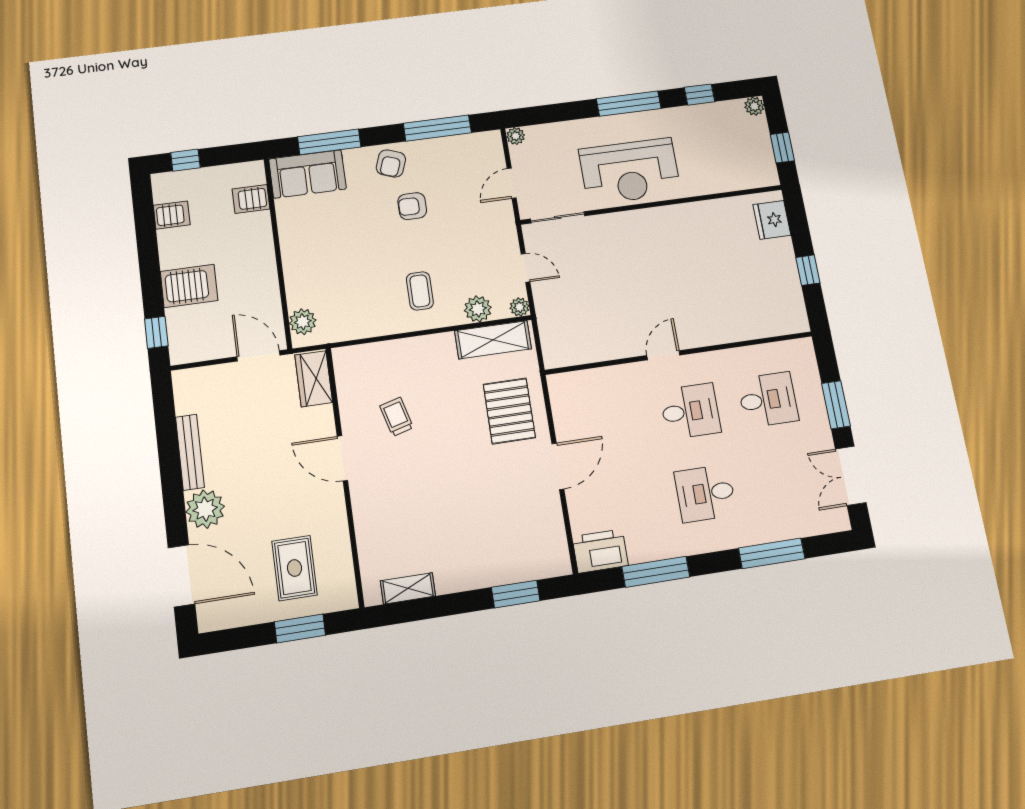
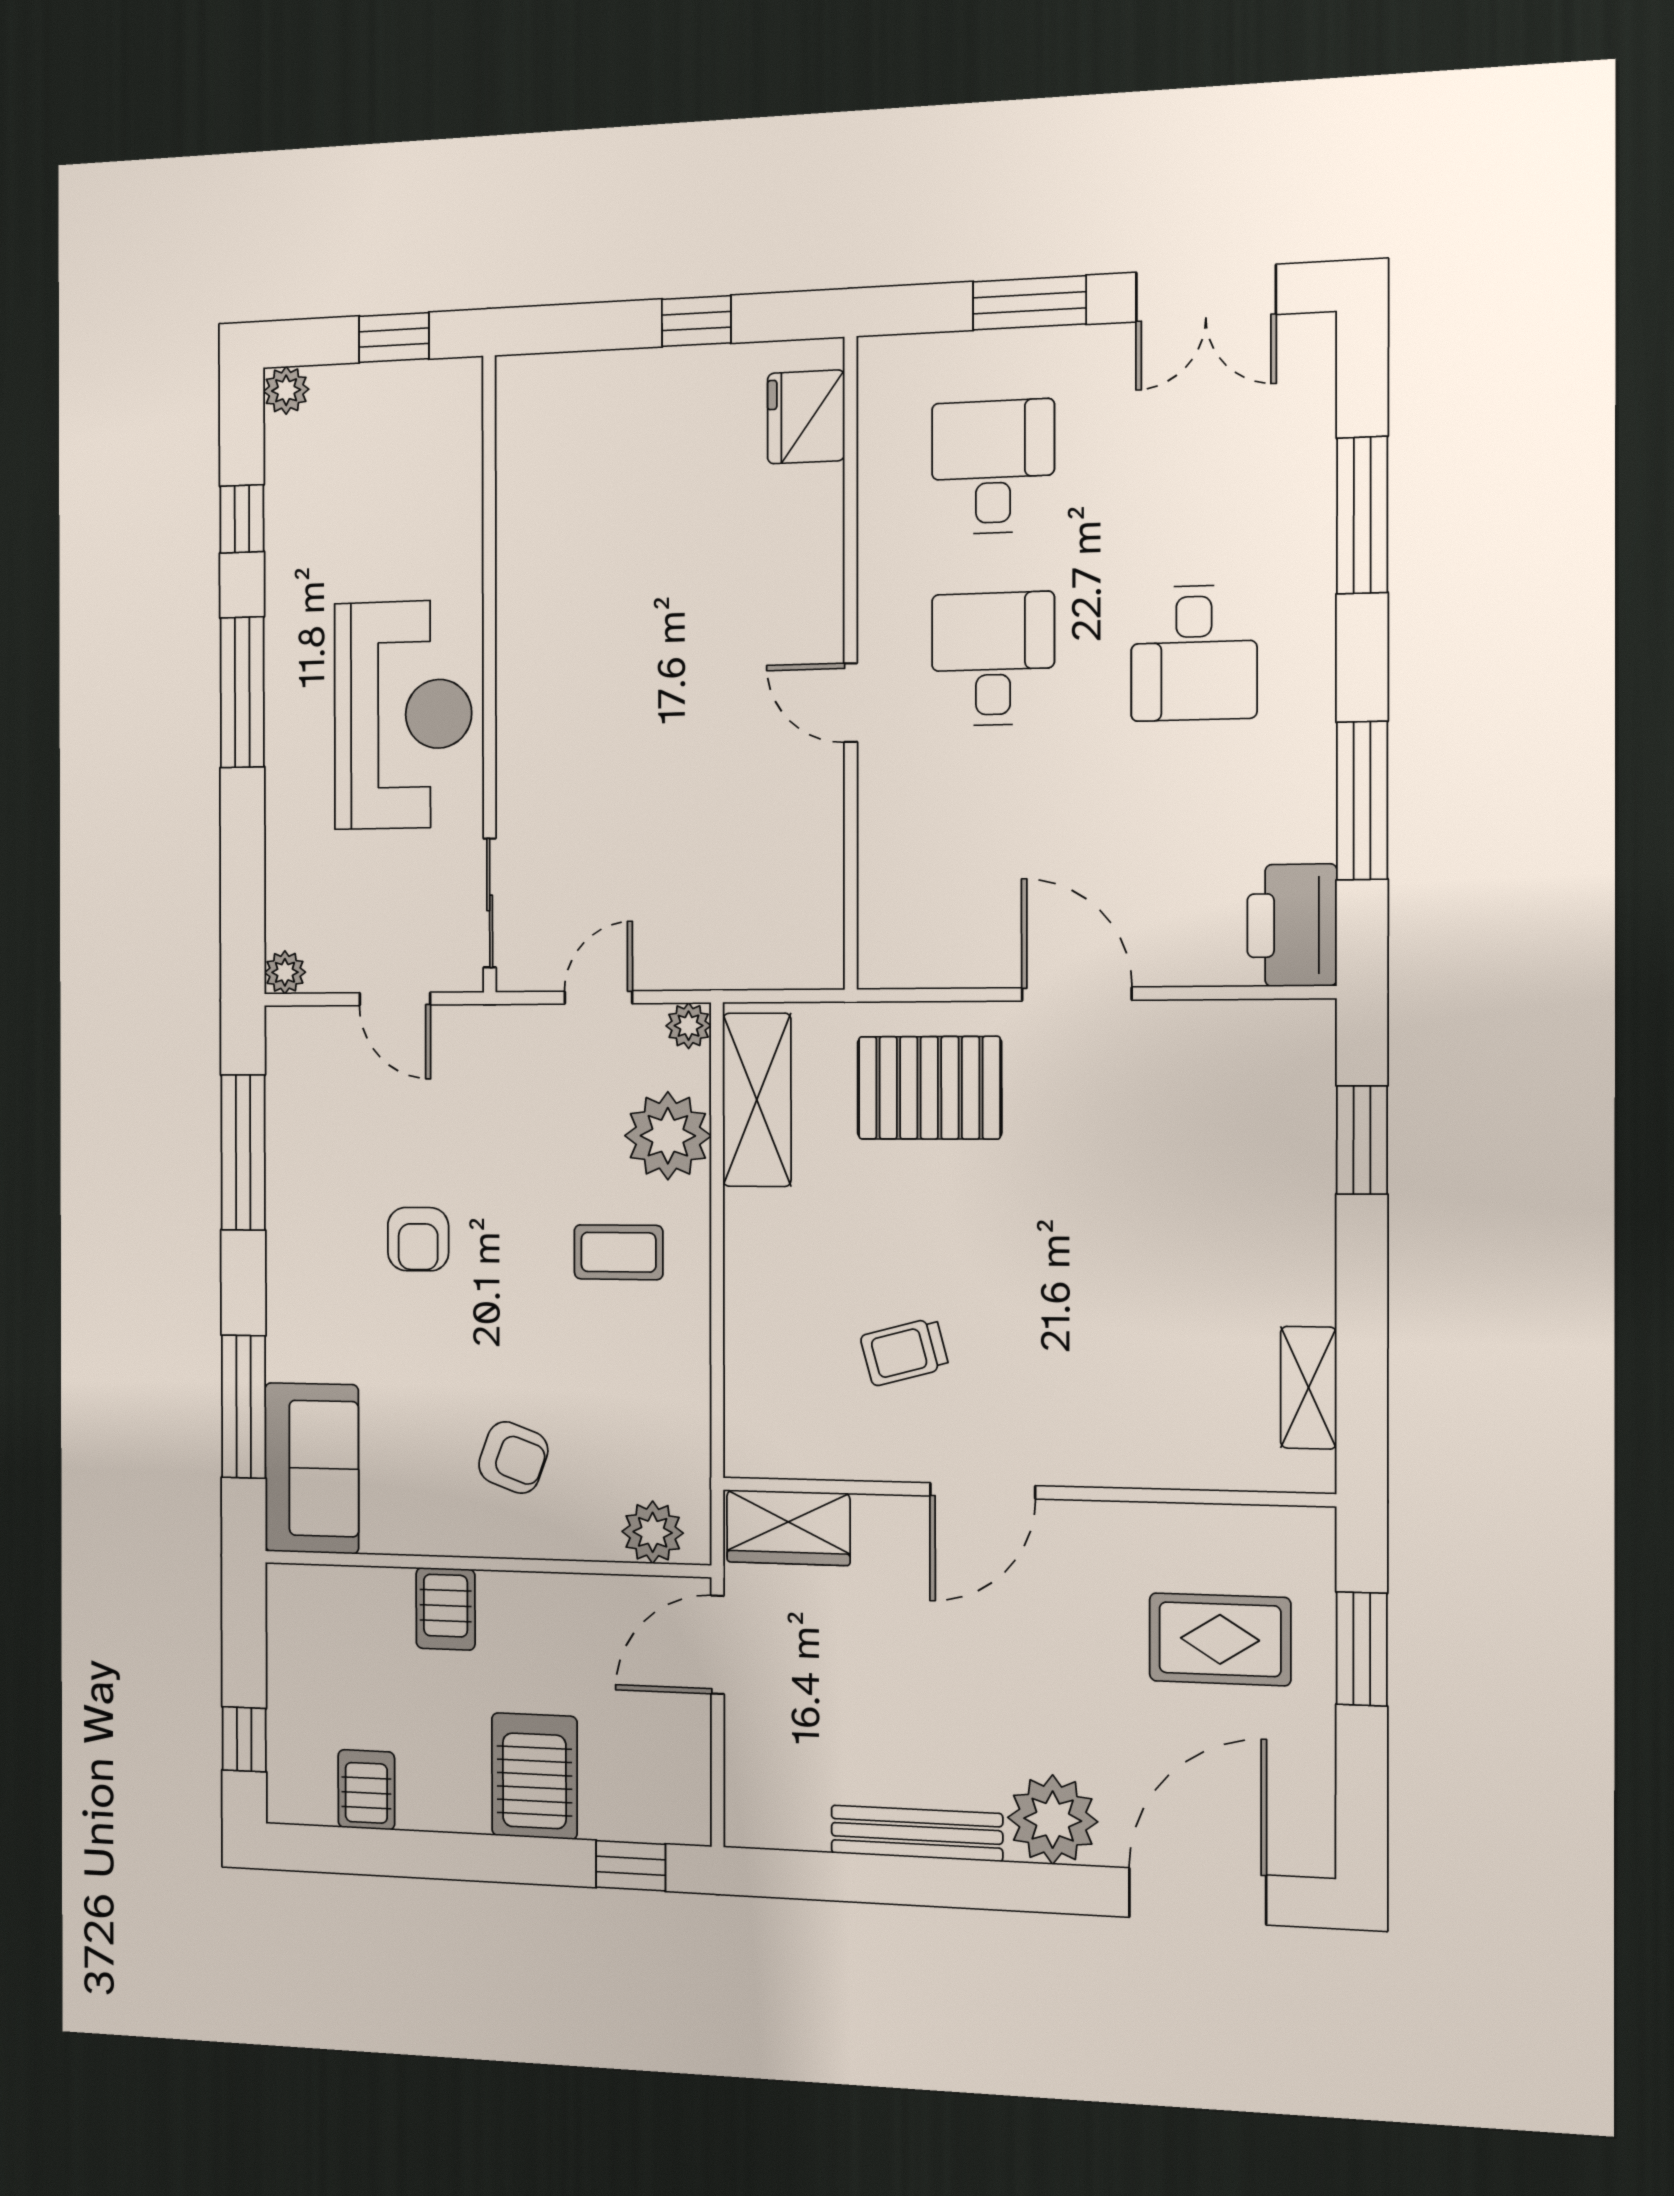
armchair: (391, 163) -> (513, 1457), moved
server rack: (251, 199) -> (446, 1609), moved
fridge: (772, 220) -> (806, 417), moved, turned 90
plant: (478, 309) -> (668, 1136), width x1.36, depth x1.36

